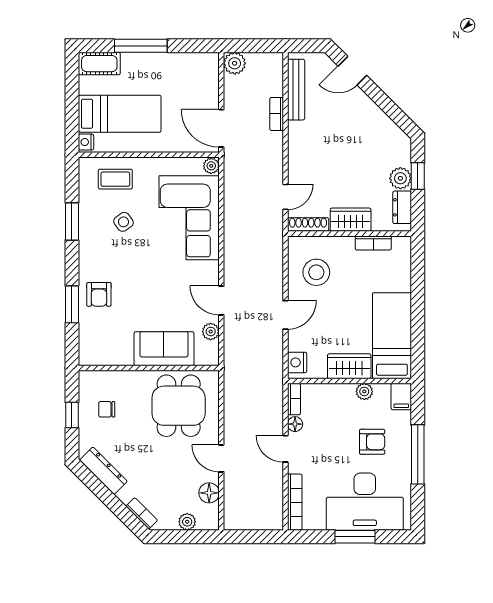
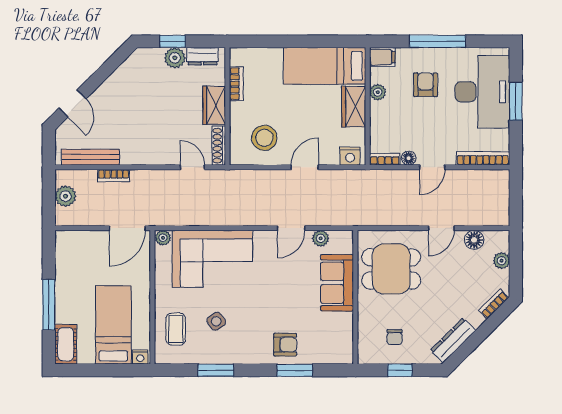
plant: (235, 63) -> (65, 196), moved
door: (285, 315) -> (305, 167), hinge flipped

